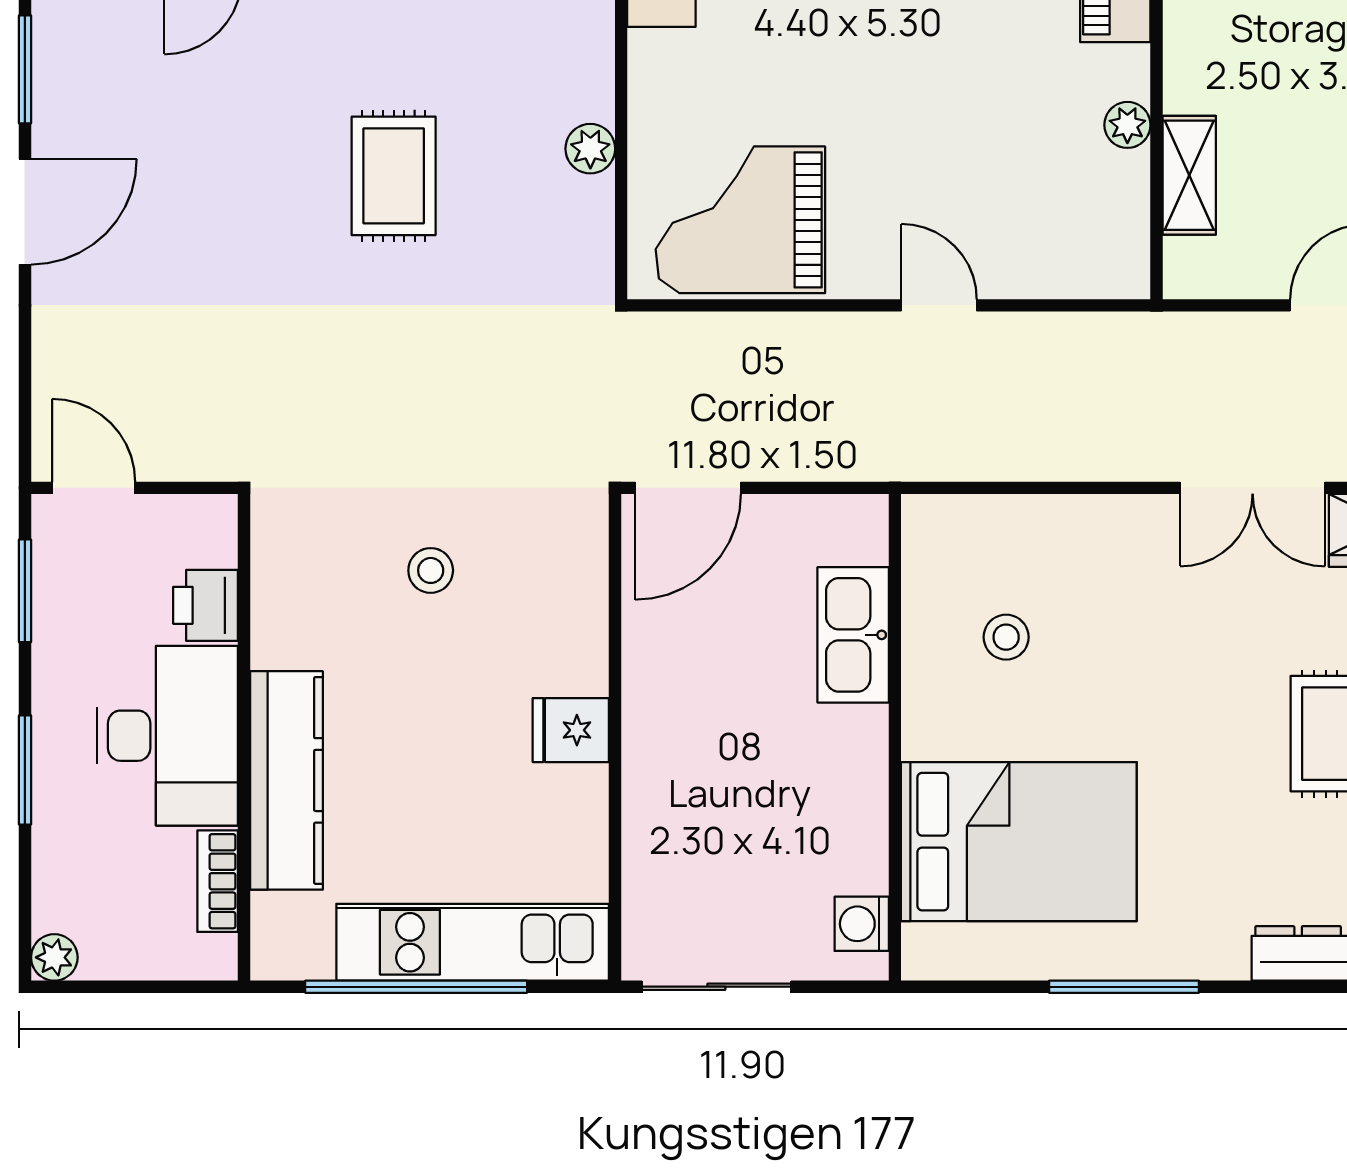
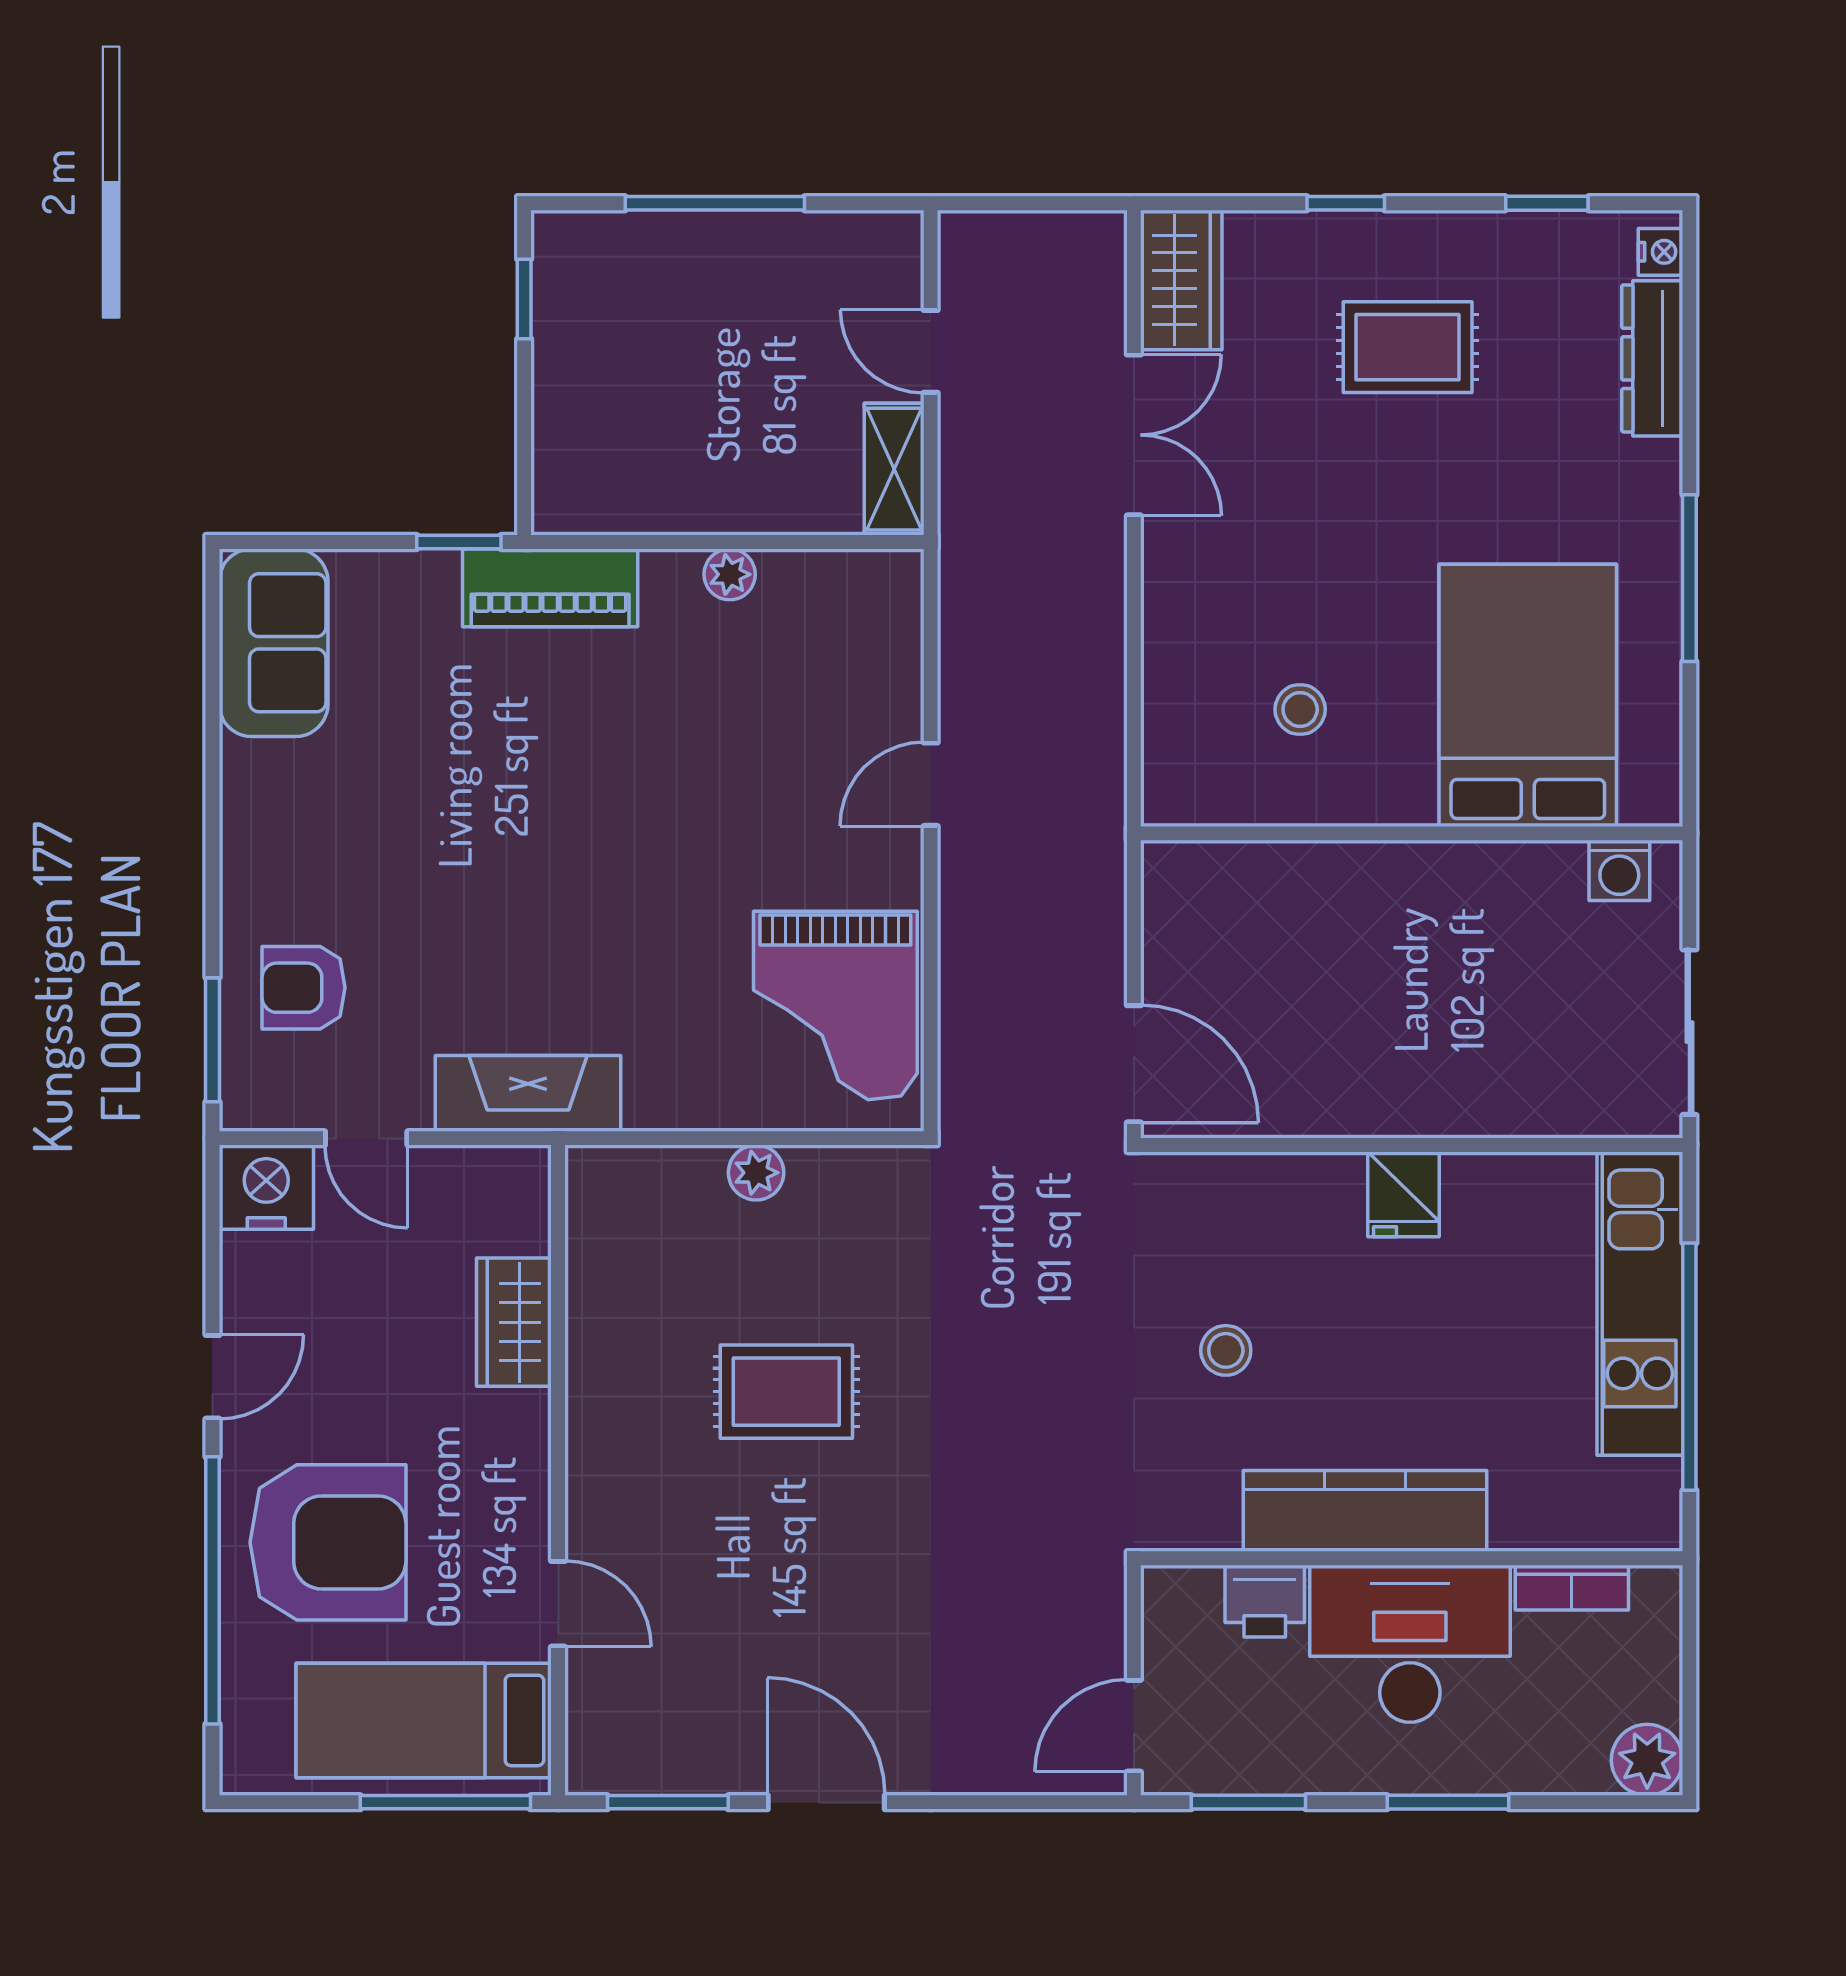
shelving: (1189, 175) -> (894, 469), moved, turned 90
kitchen sink: (853, 635) -> (1298, 880), removed
kitchen counter: (286, 780) -> (1365, 1511), moved
plant: (54, 957) -> (1647, 1760), width x1.38, depth x1.38

